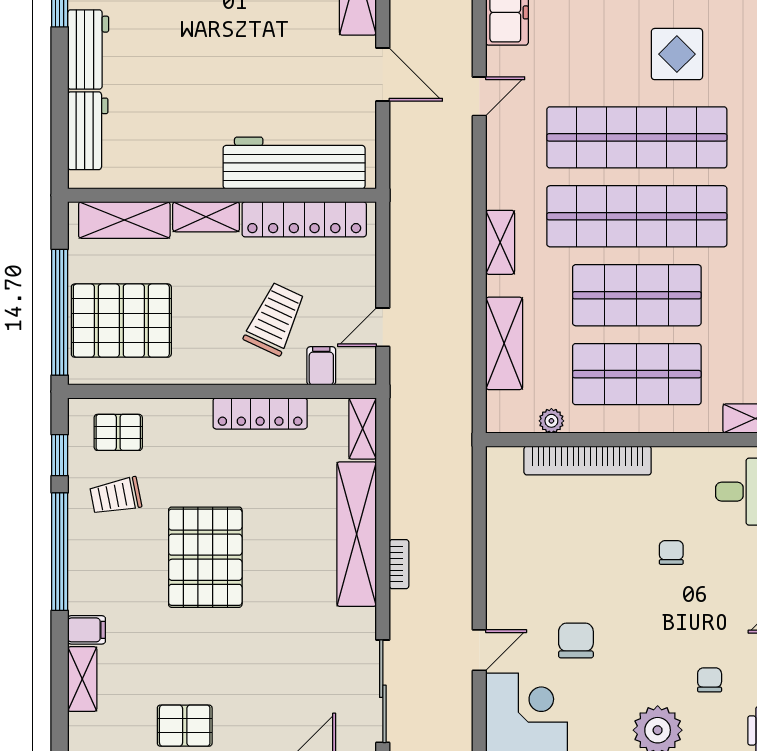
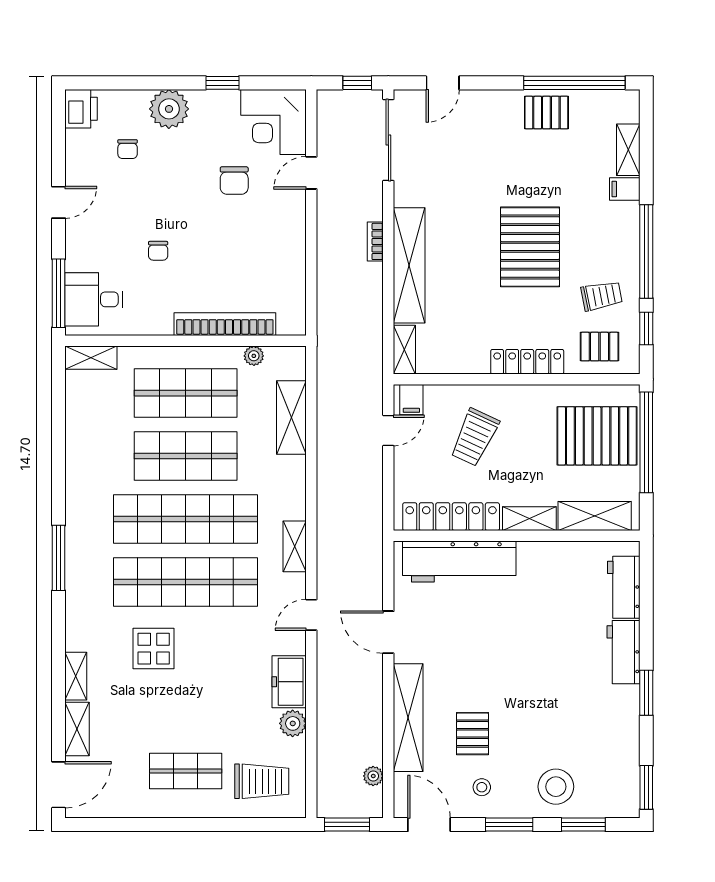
shelving: (500, 242) -> (295, 546), moved
filing cabinet: (321, 366) -> (411, 400), moved
locker: (260, 413) -> (527, 362), moved

